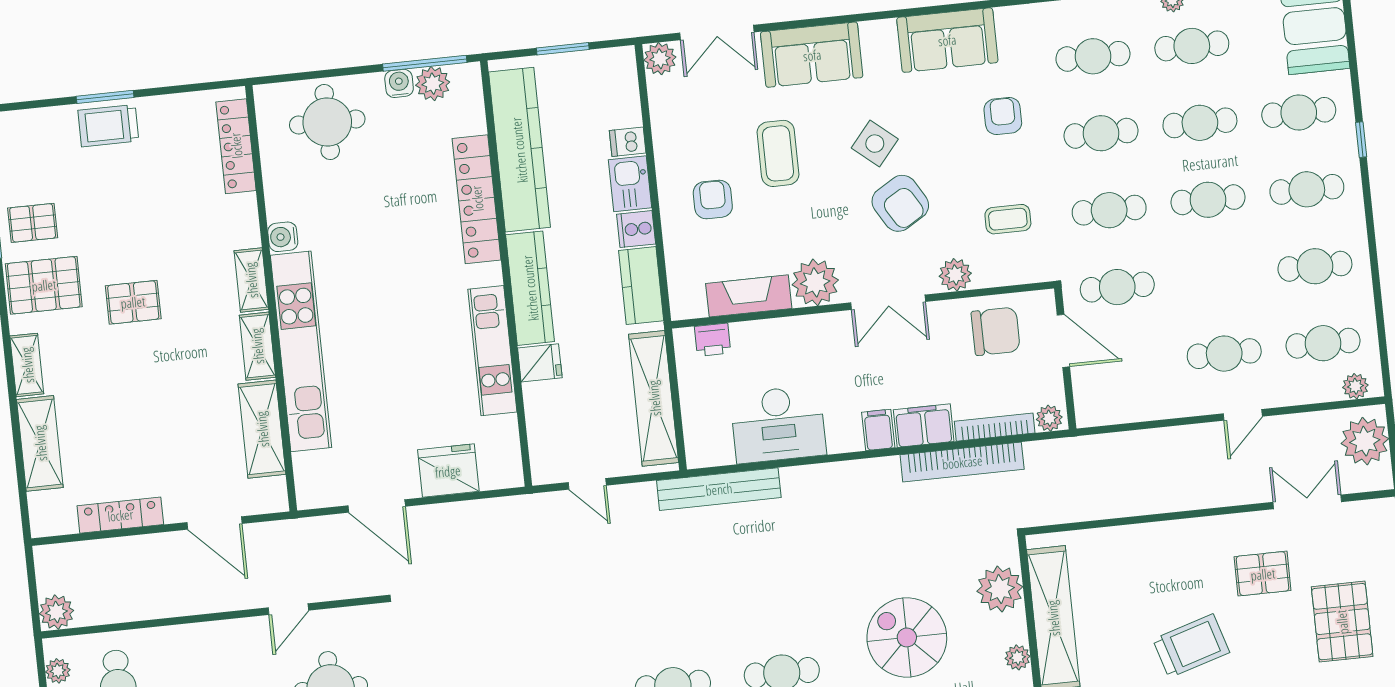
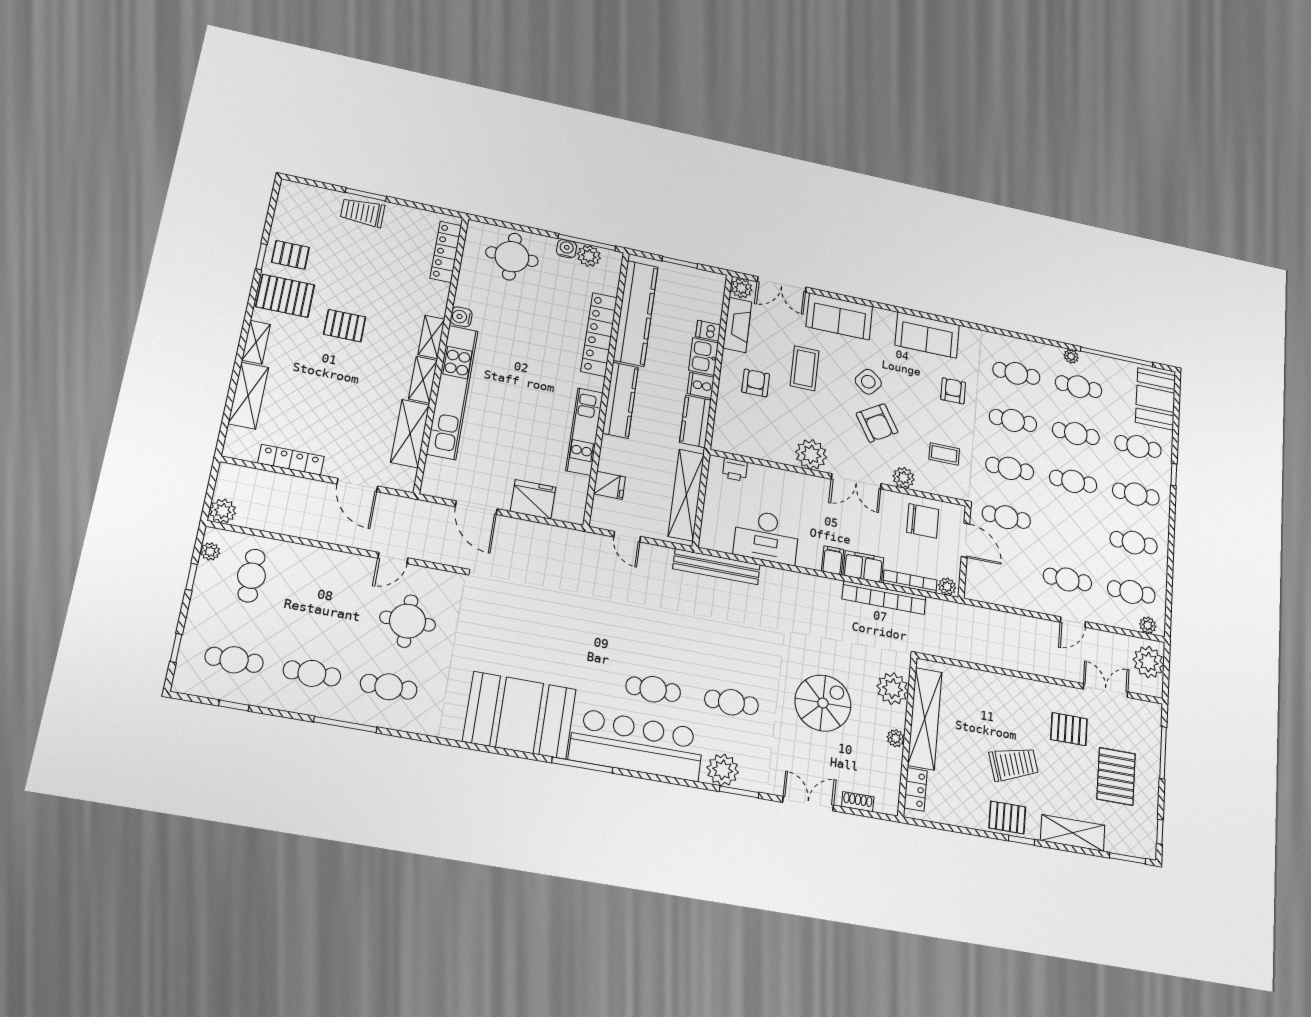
fireplace: (749, 296) -> (737, 325), moved, turned 90
fridge: (540, 363) -> (609, 485), moved
spiral stairs: (907, 637) -> (823, 703), turned 90

